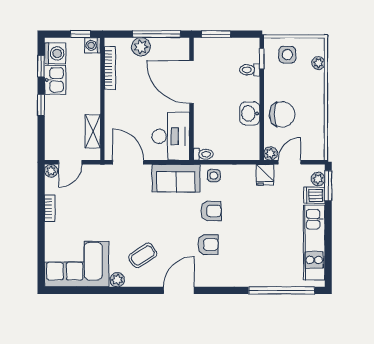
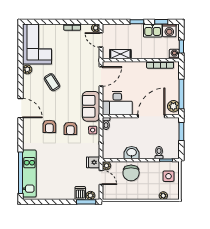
plant: (141, 47) -> (173, 106), moved
kitchen unit: (314, 243) -> (29, 174), moved, turned 90
coffee table: (143, 255) -> (52, 82), moved

